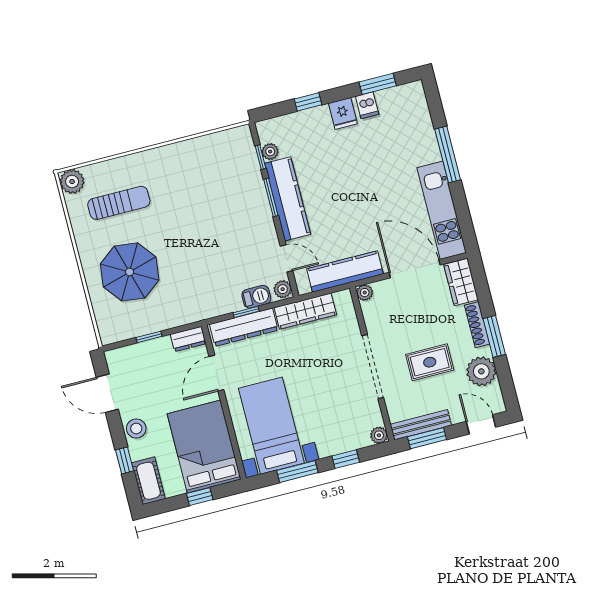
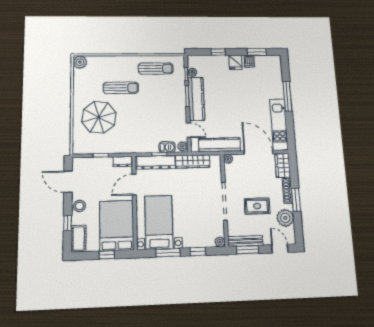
sun lounger: (205, 161) -> (156, 69), added
sun lounger: (119, 203) -> (121, 88), moved

